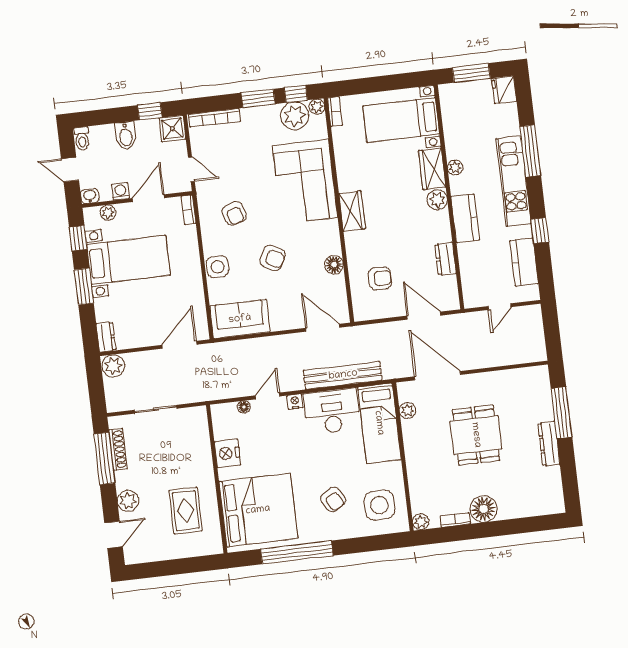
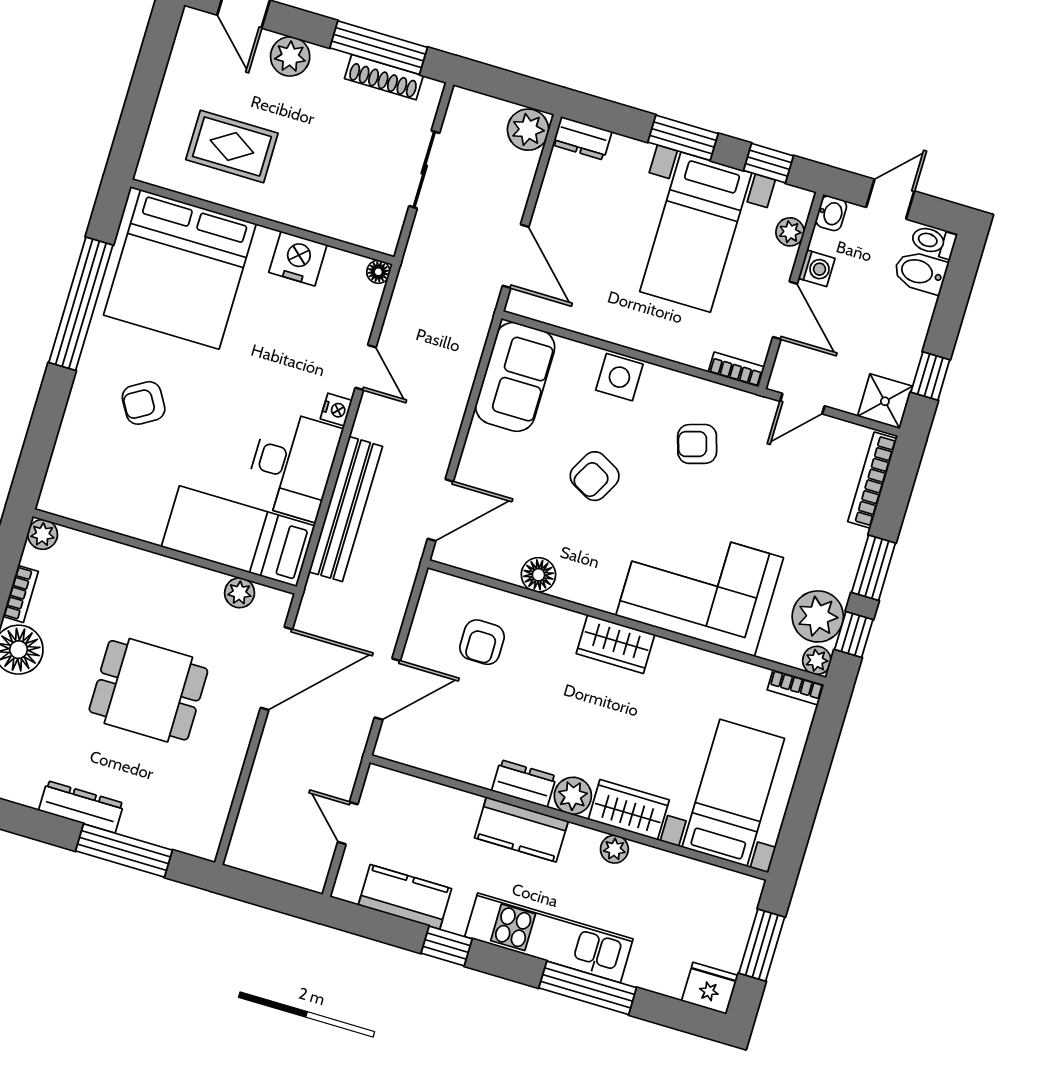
bidet: (126, 136) -> (920, 272), moved
dresser: (445, 259) -> (524, 784), moved
floor lamp: (244, 407) -> (378, 272), moved
side table: (379, 505) -> (101, 477), removed

